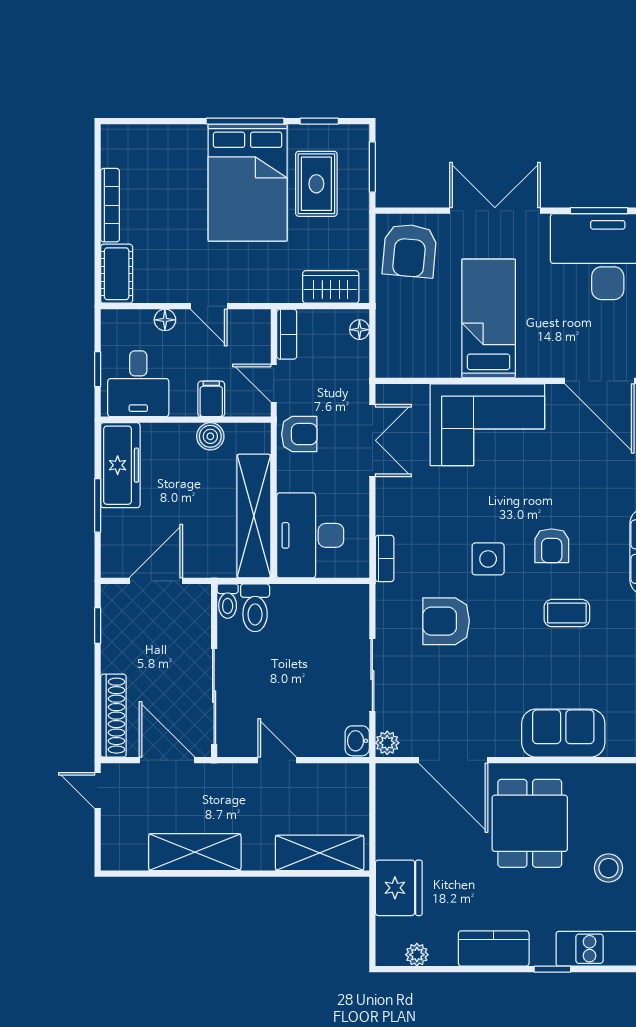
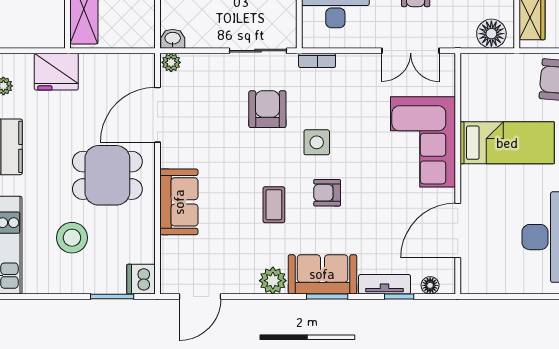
floor lamp: (359, 330) -> (491, 34), width x1.89, depth x1.89
sliding door: (372, 675) -> (258, 51), moved
stool: (608, 868) -> (72, 238), width x1.38, depth x1.38

